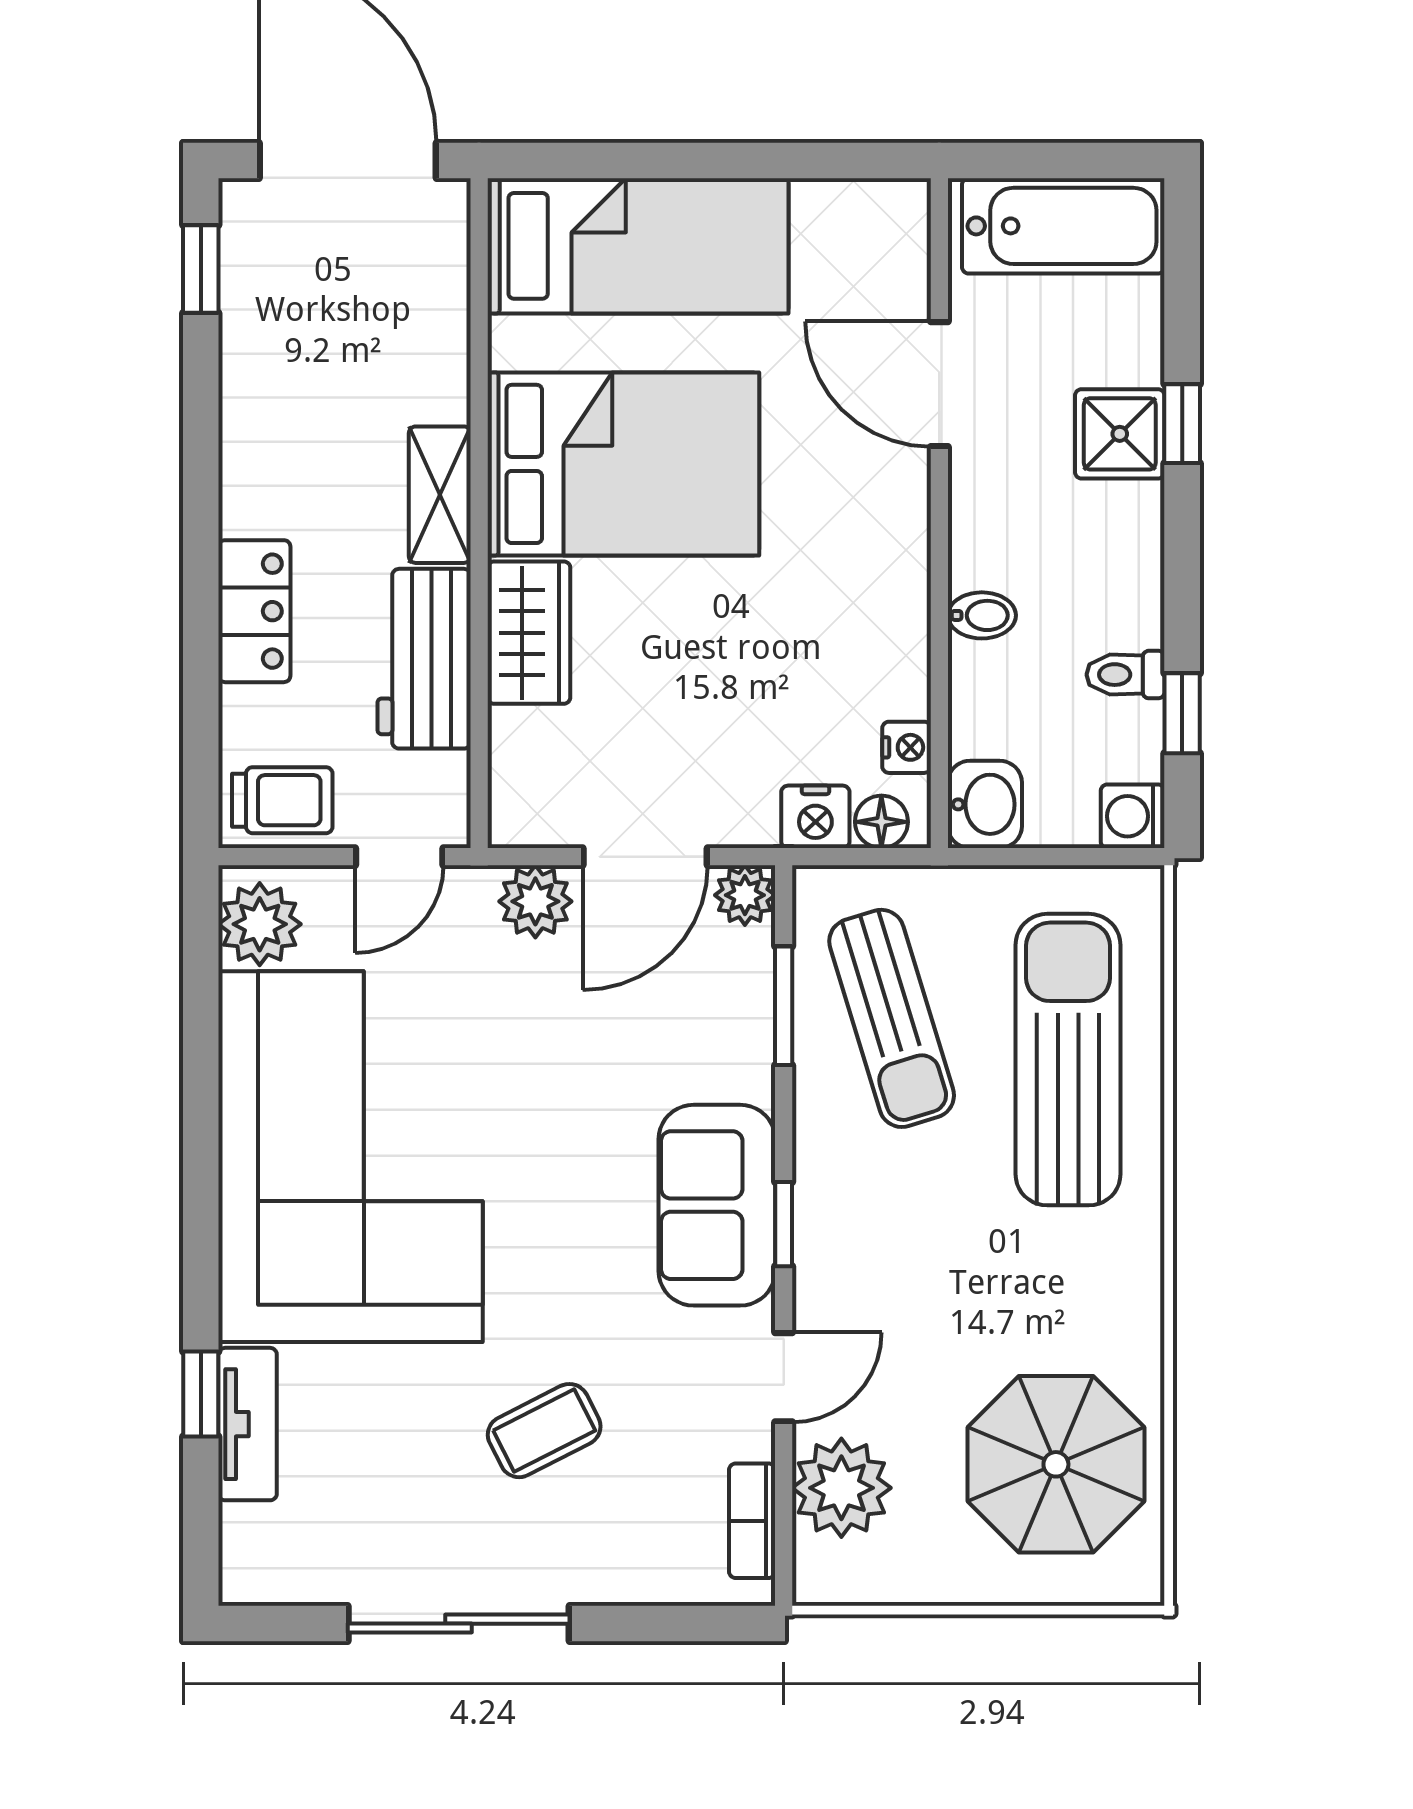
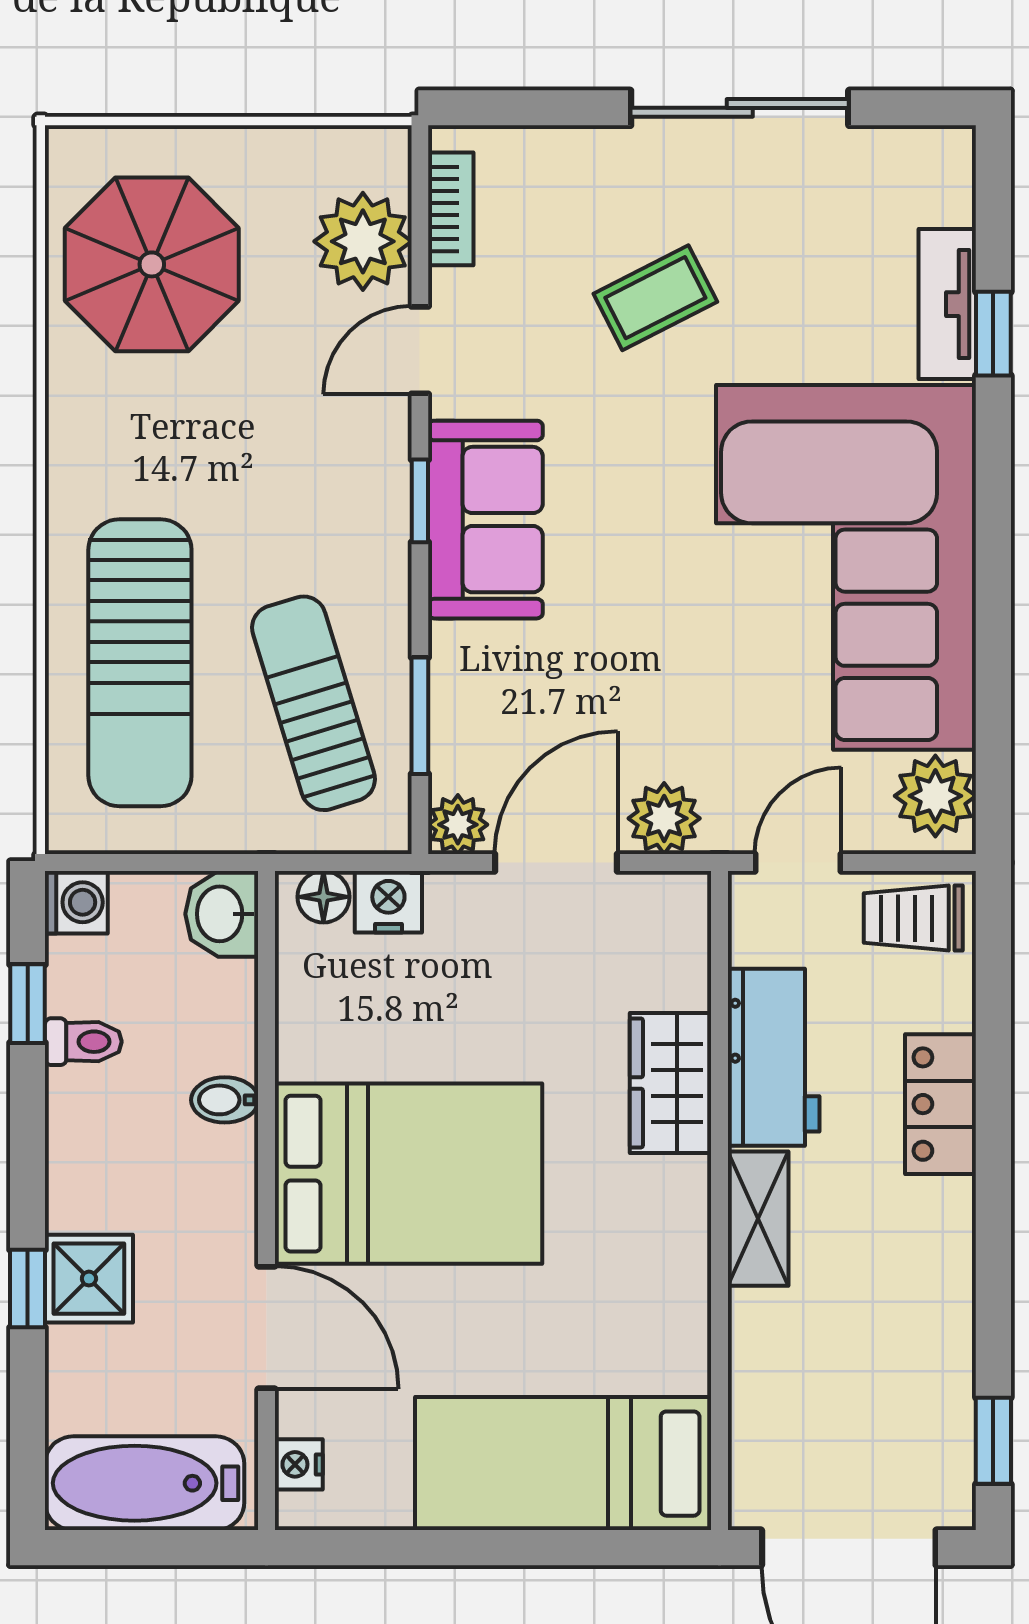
bed: (623, 464) -> (409, 1174), moved, turned 180
nightstand: (907, 747) -> (299, 1464), moved

